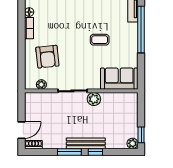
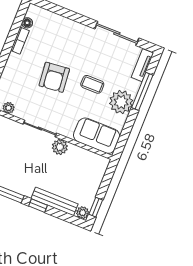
window: (141, 29) -> (142, 91), width x0.68
plant: (128, 44) -> (121, 102), added
armchair: (47, 57) -> (54, 77), moved
bench: (86, 143) -> (54, 201), moved

